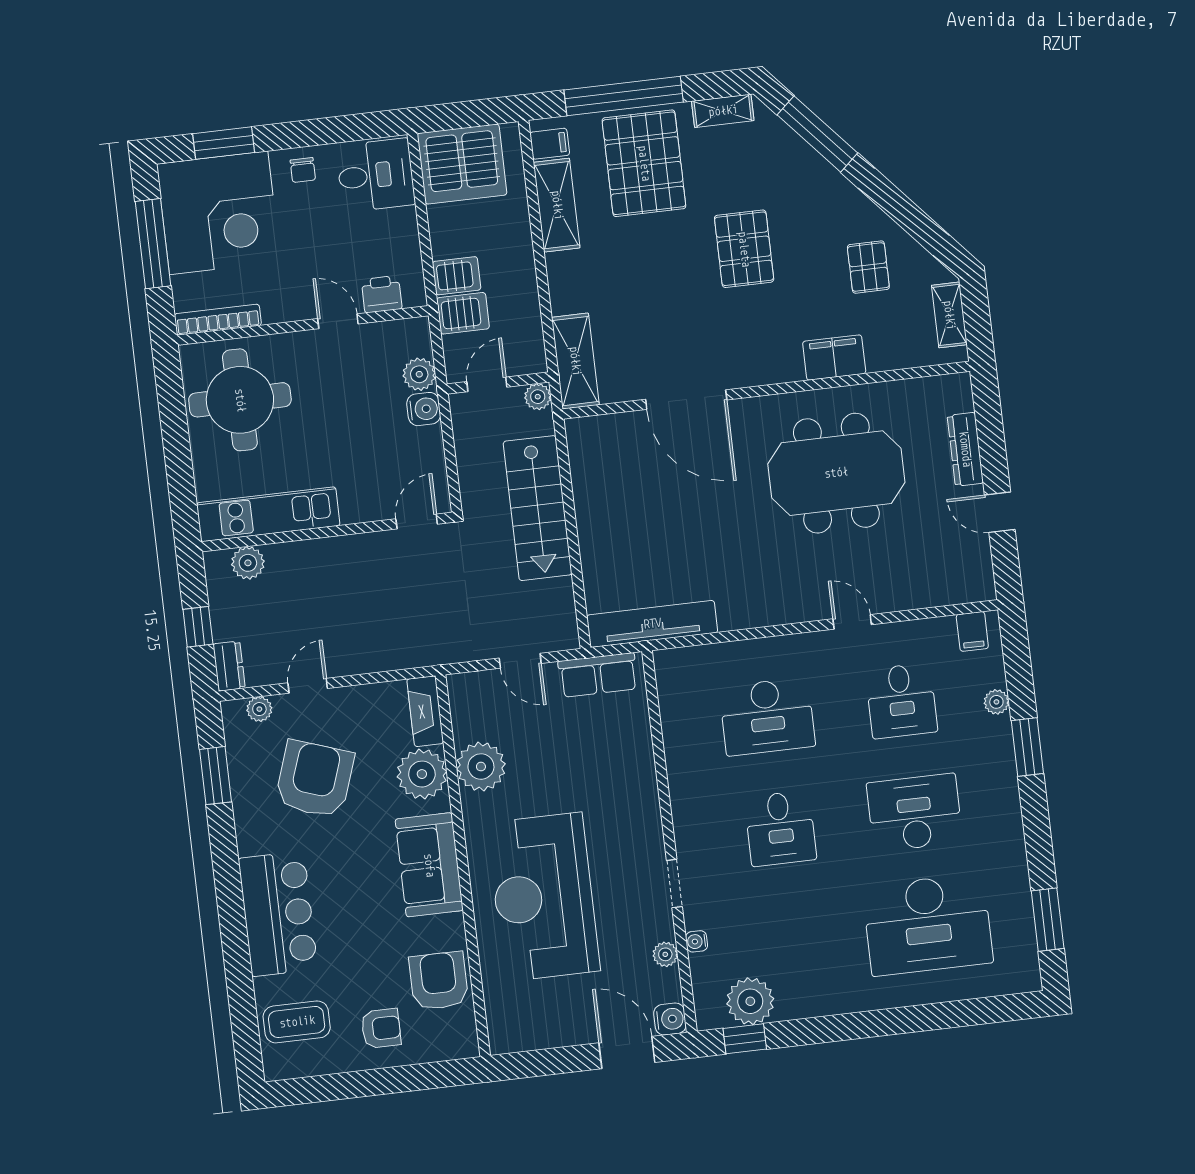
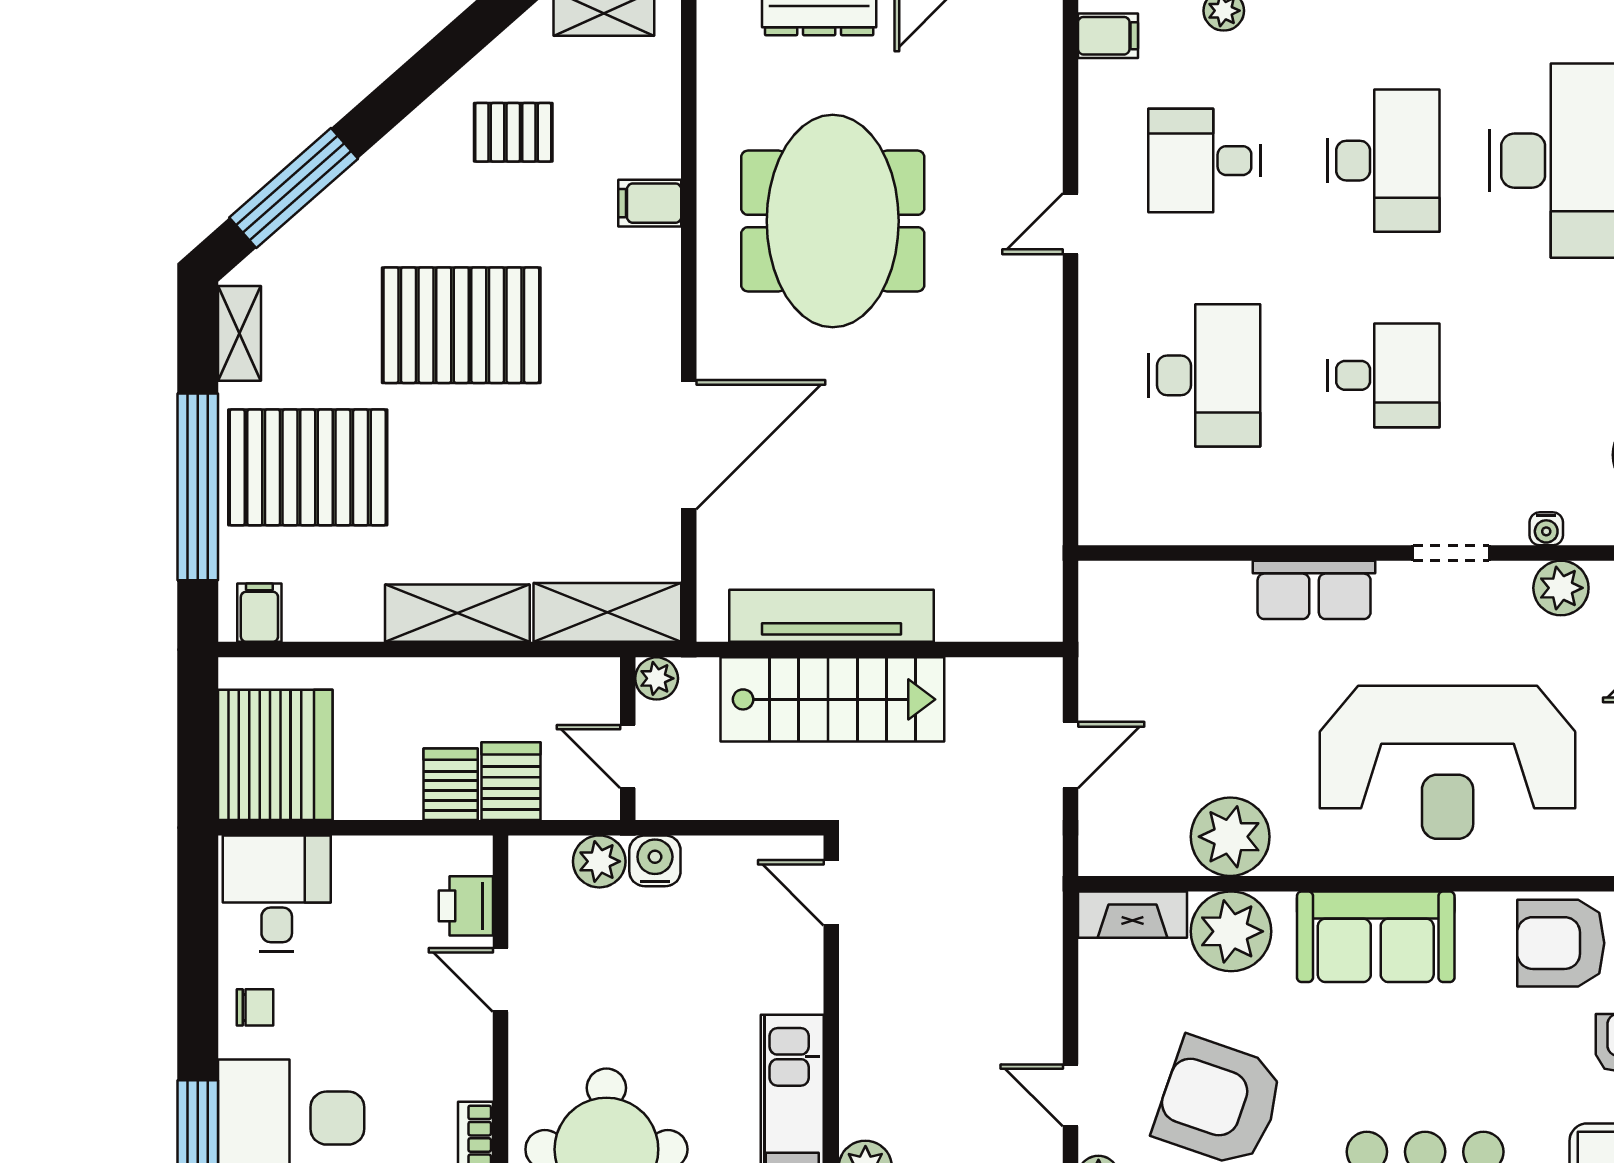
shelving: (557, 205) -> (457, 613), moved
pallet: (744, 249) -> (461, 325), width x1.37, depth x1.41
door: (338, 321) -> (501, 980), hinge flipped
filing cabinet: (834, 358) -> (650, 203), width x0.50
tv unit: (652, 624) -> (832, 616), moved, turned 90
row of seats: (598, 675) -> (1314, 590), moved, turned 90
desk: (901, 701) -> (1204, 161), turned 180
desk: (915, 813) -> (1383, 161), turned 180
plant: (665, 954) -> (1561, 588), width x1.38, depth x1.38

